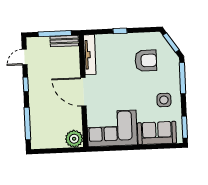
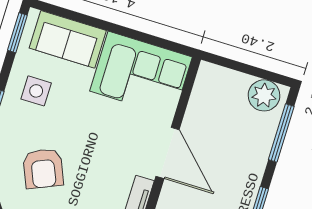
armchair: (146, 61) -> (43, 168), turned -113
plant: (74, 139) -> (264, 95), moved

